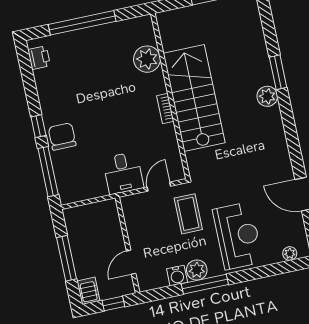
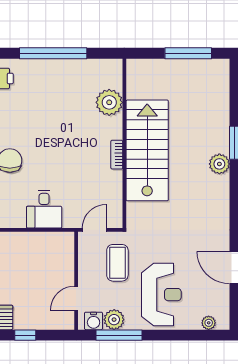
desk: (123, 173) -> (44, 209), moved
wall: (127, 245) -> (76, 281), moved
door: (131, 262) -> (76, 298), moved

